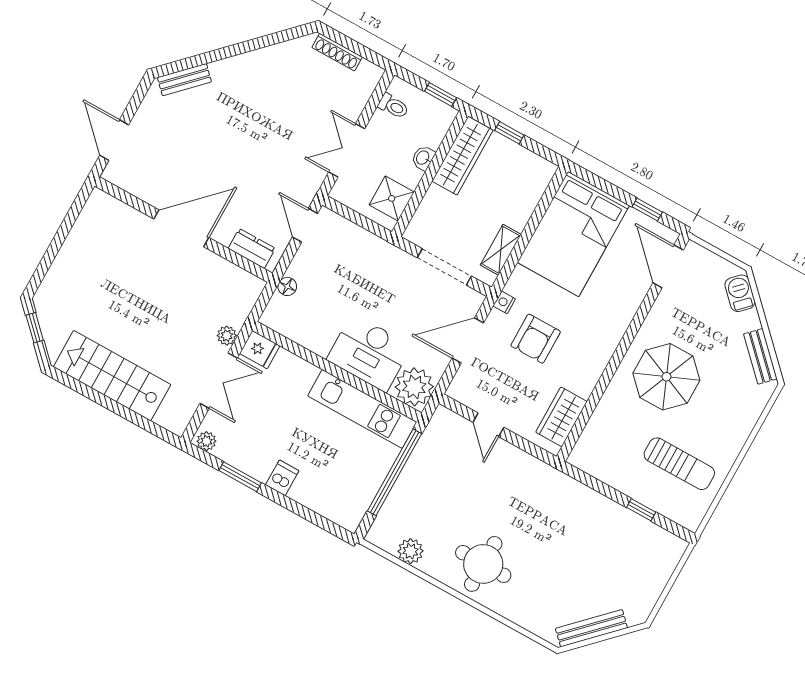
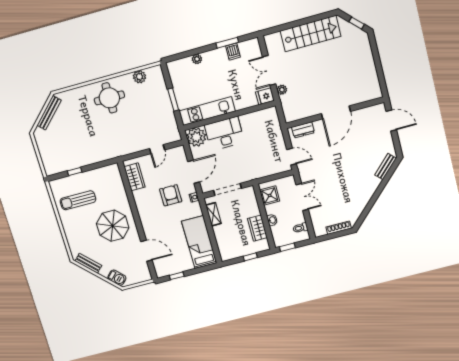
wardrobe: (463, 156) -> (257, 228), width x0.67
bed: (573, 234) -> (199, 242), width x0.67
door: (668, 266) -> (146, 251), moved
floor lamp: (287, 286) -> (277, 129), removed
door: (488, 425) -> (157, 149), swing flipped
plant: (206, 441) -> (197, 59), moved
window: (395, 472) -> (173, 100), width x0.47
dishwasher: (282, 478) -> (233, 52), moved

